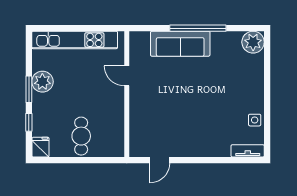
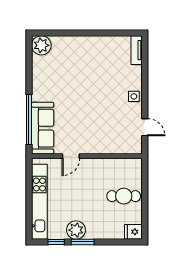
window: (198, 28) -> (29, 119), moved
sofa: (180, 44) -> (43, 128), moved
side table: (255, 120) -> (134, 96), moved
window: (29, 122) -> (56, 242), moved

